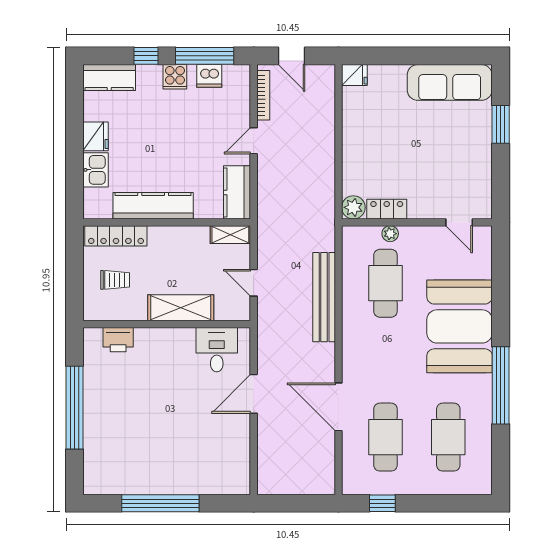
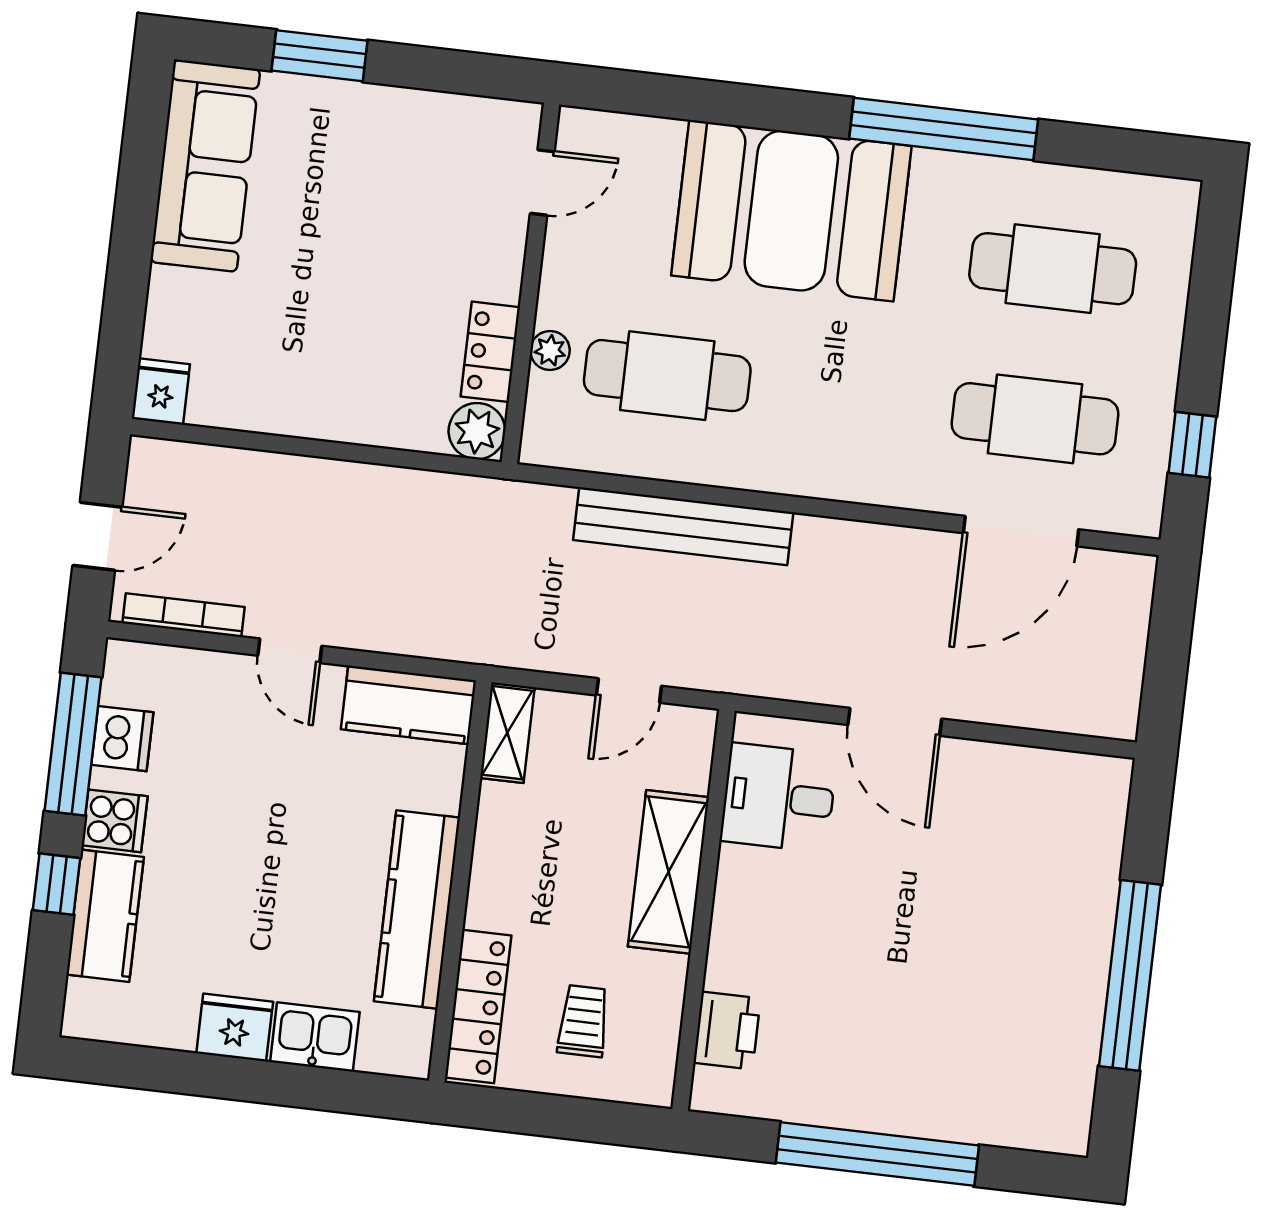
kitchen counter: (109, 77) -> (105, 916), moved
door: (338, 407) -> (1021, 531), moved

